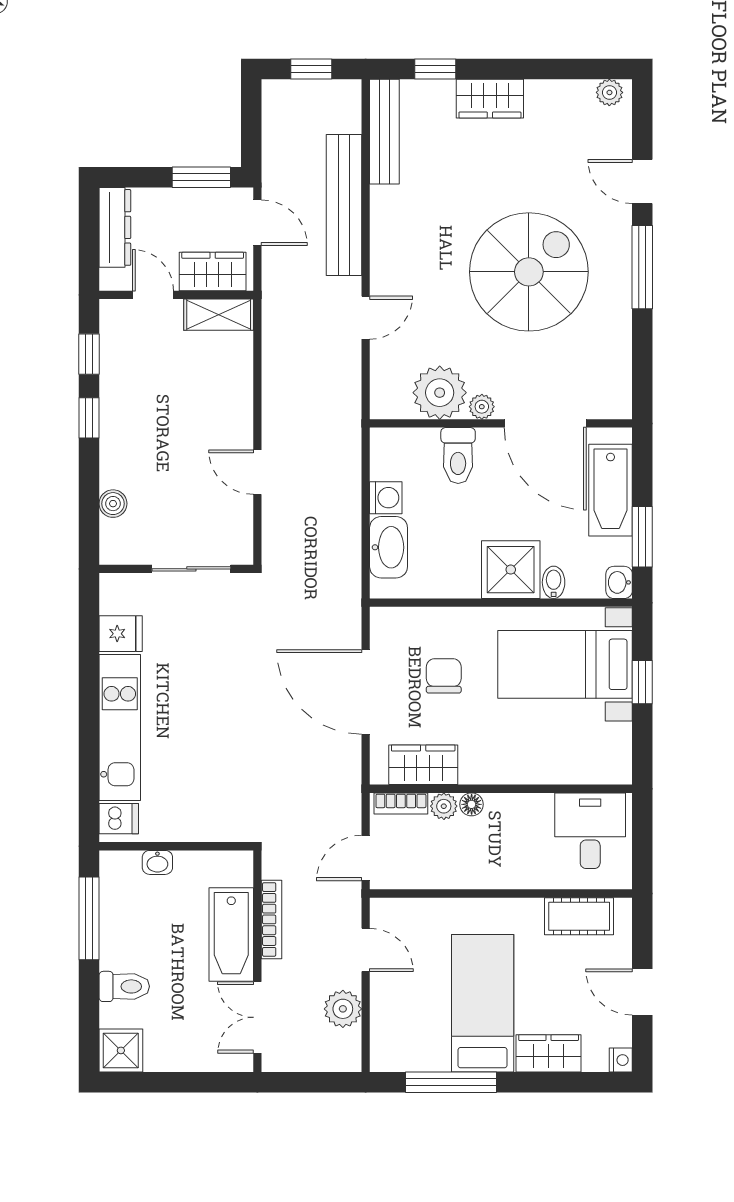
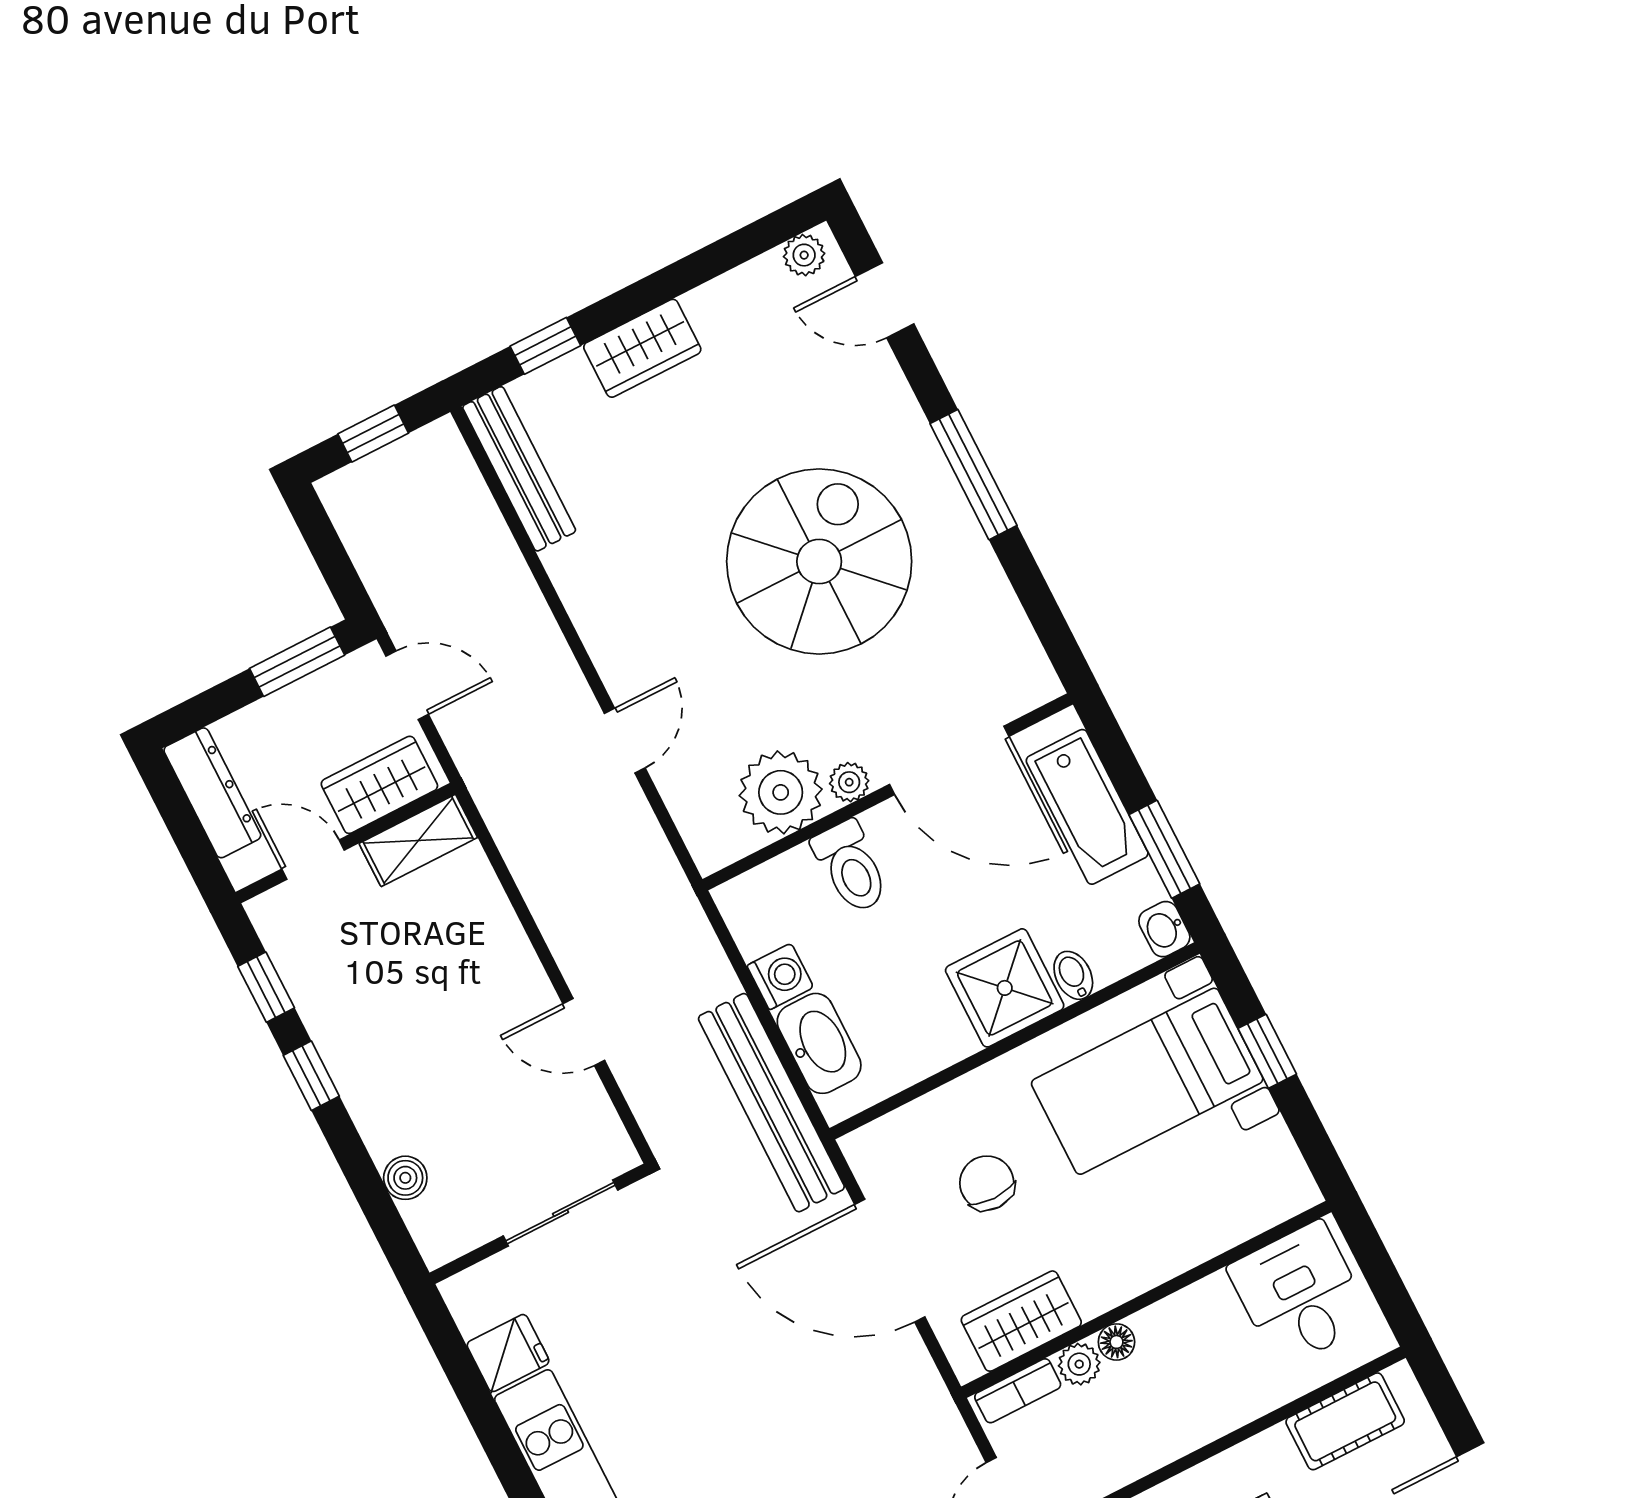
door: (642, 182) -> (885, 300), moved
bench: (344, 205) -> (771, 1103), moved

